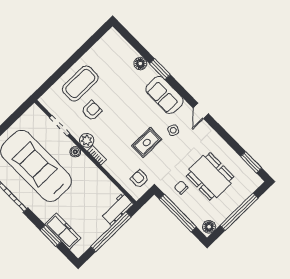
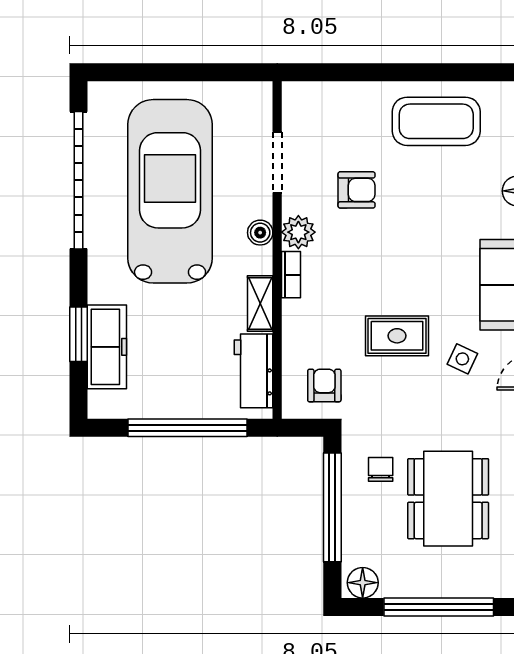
coffee table: (80, 83) -> (436, 121), moved
shelving: (96, 173) -> (260, 304), added
workbench: (117, 209) -> (254, 371), moved, turned -90

